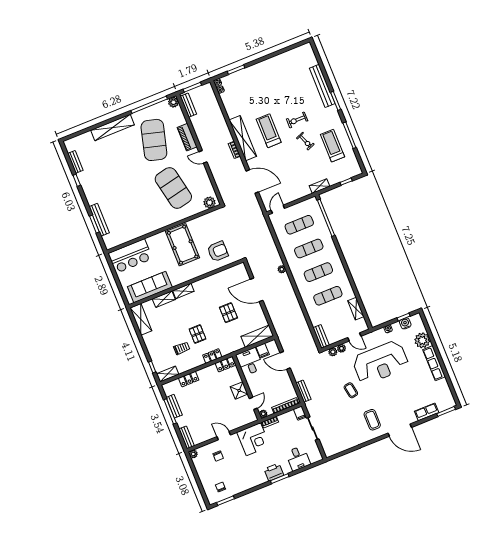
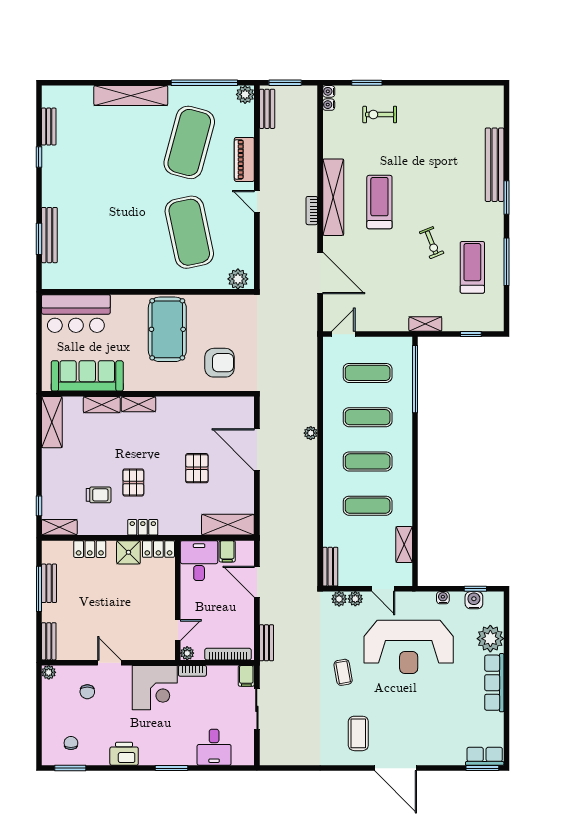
exercise bike: (297, 120) -> (380, 115), moved
shower: (239, 390) -> (128, 552), moved
row of seats: (427, 412) -> (485, 756), moved
printer: (274, 472) -> (124, 754), moved

